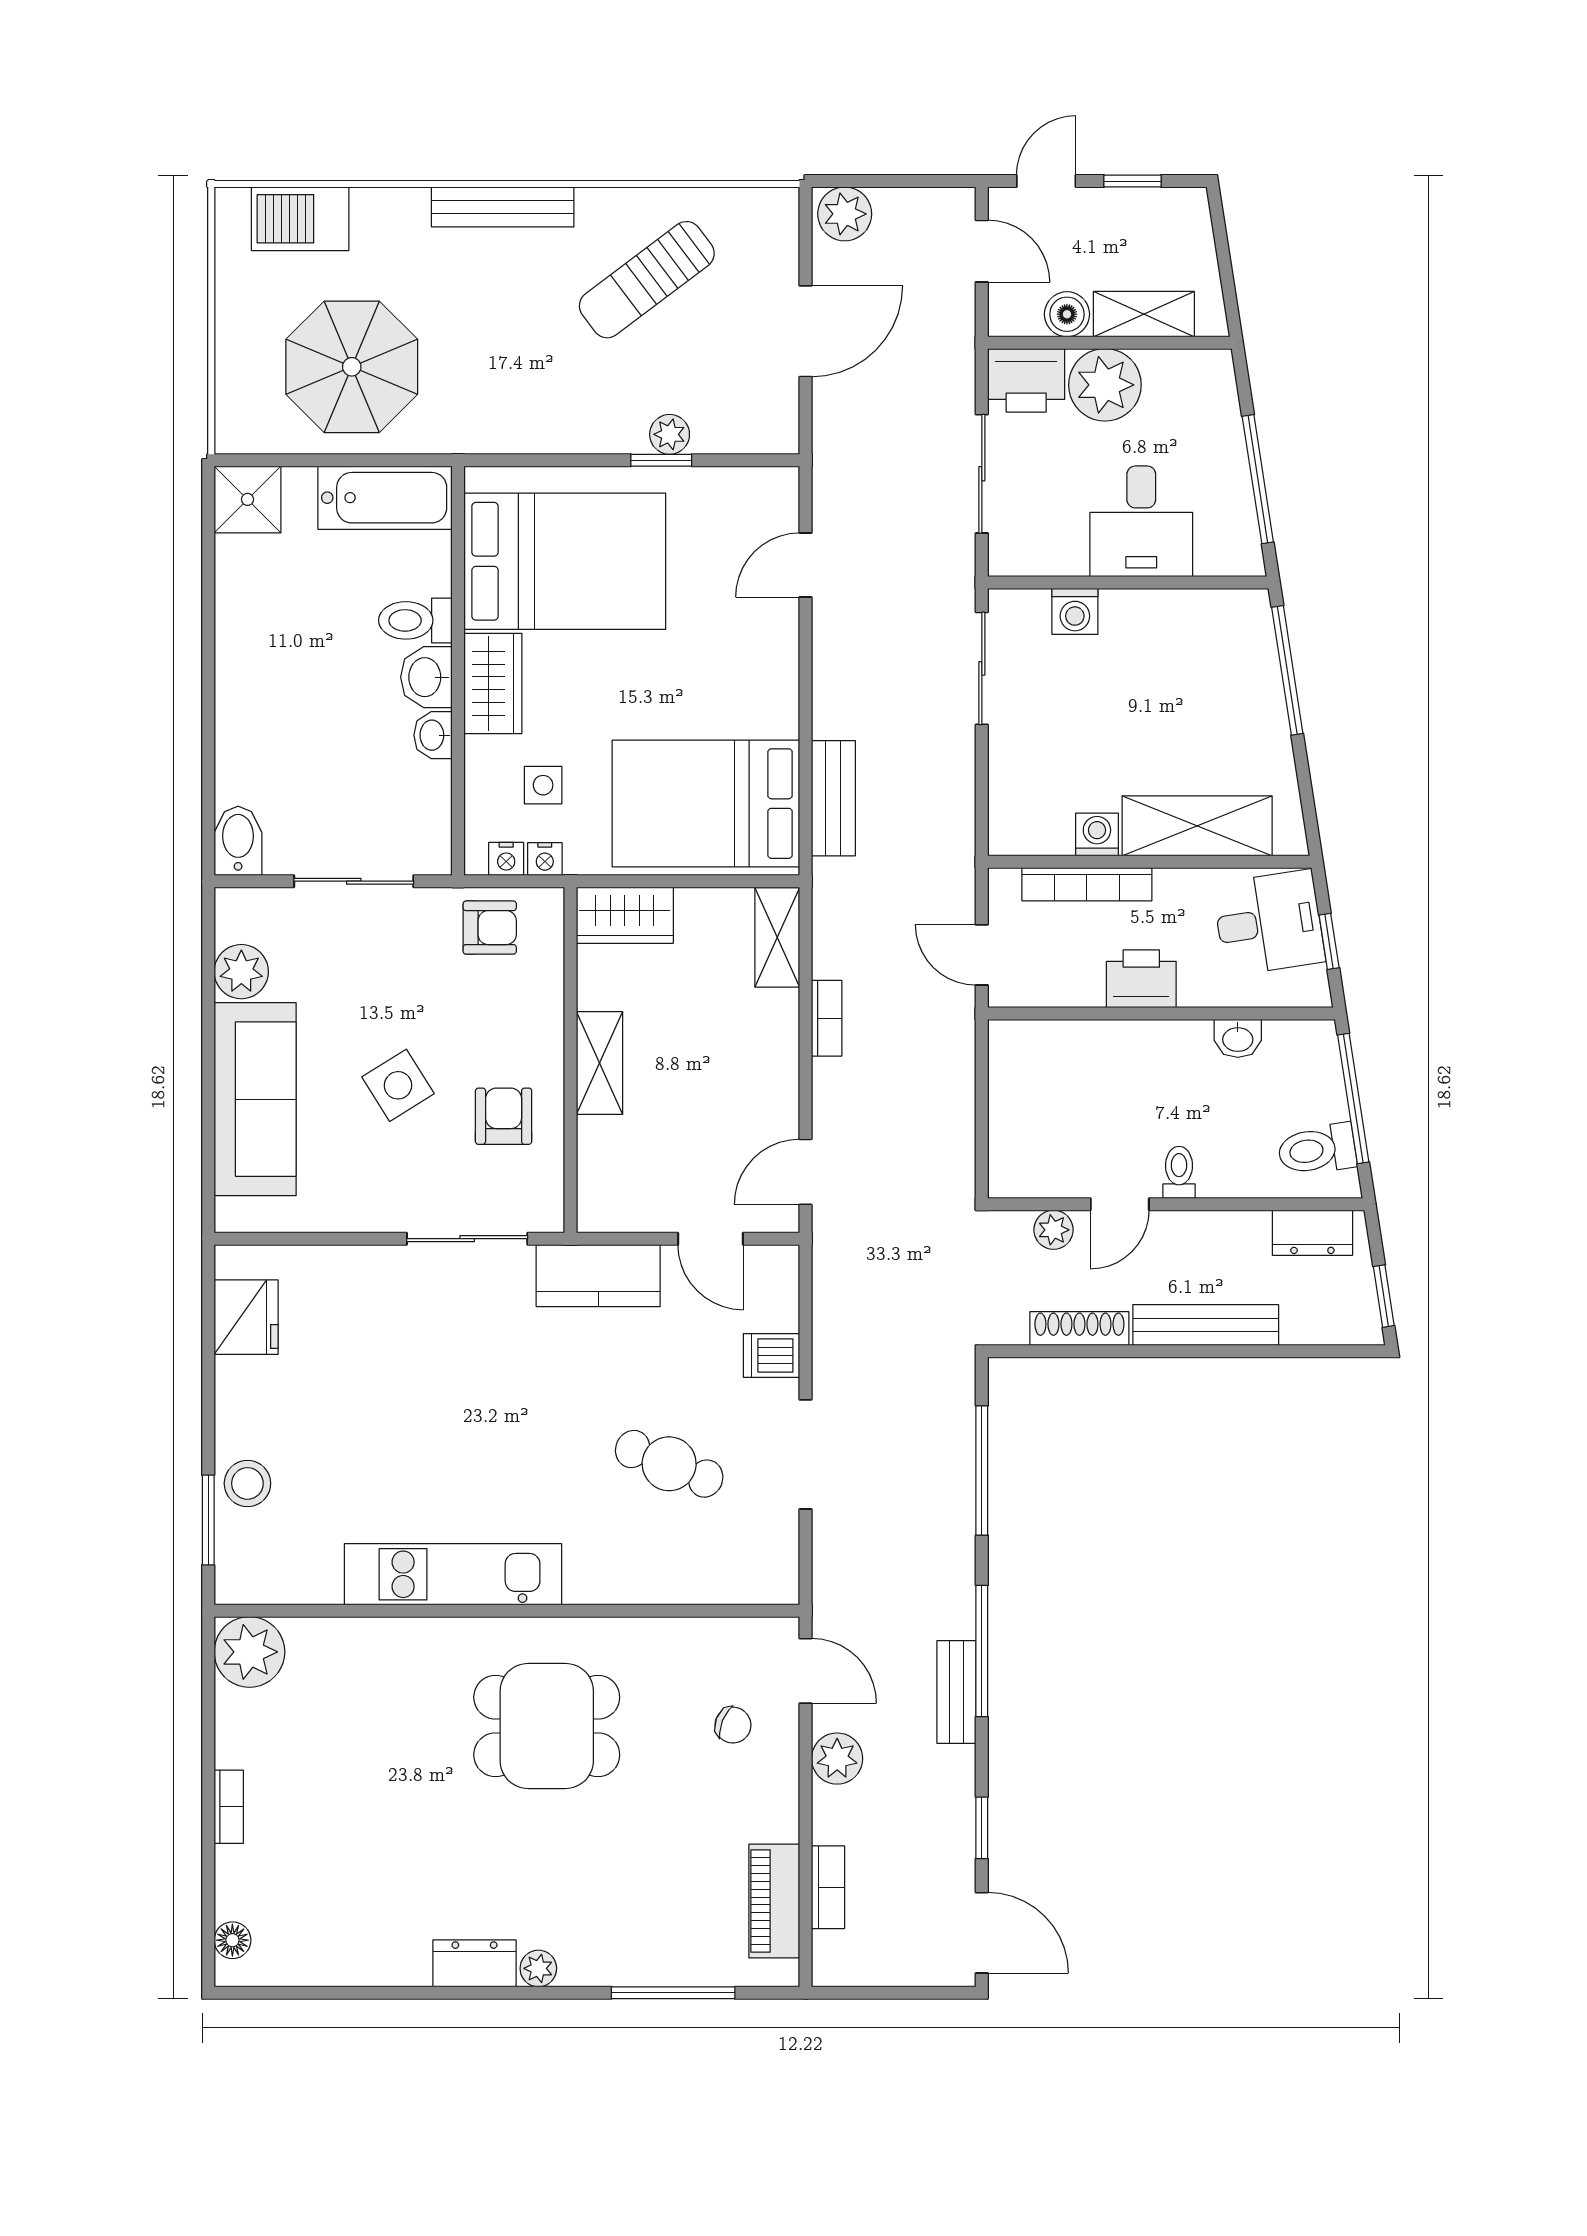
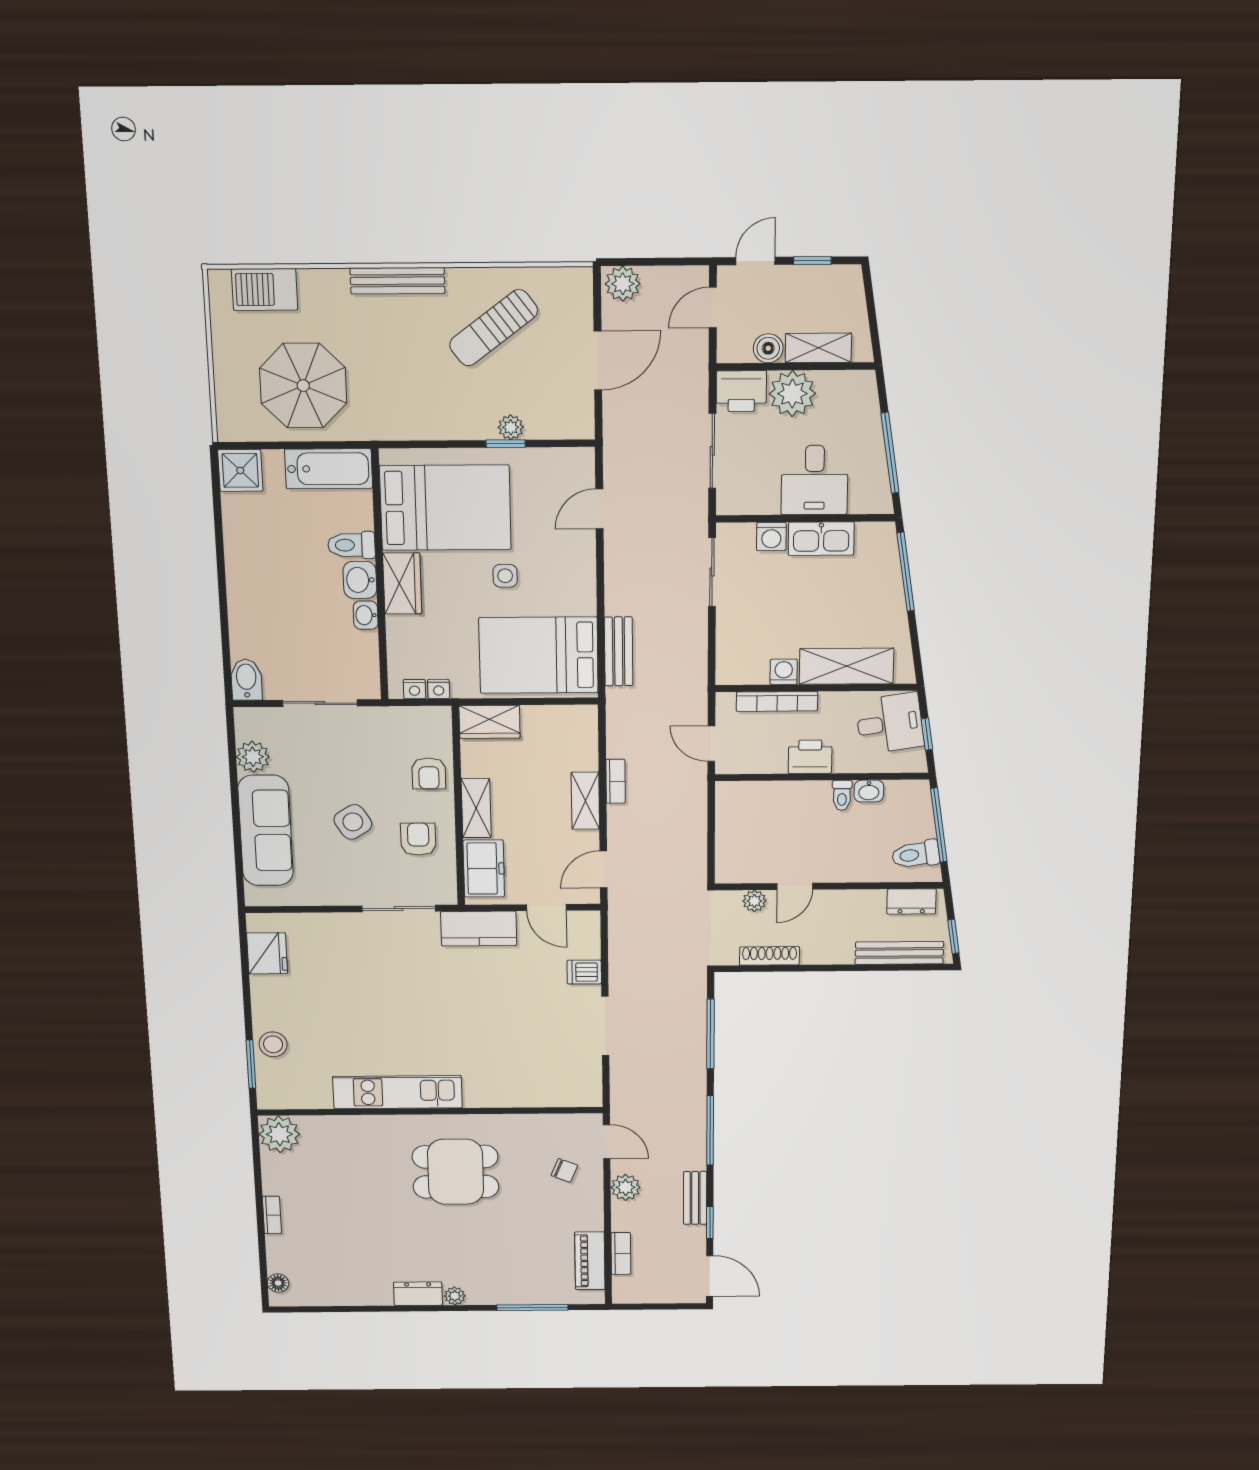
door: (982, 251) -> (713, 308), swing flipped
kitchen sink: (1153, 616) -> (821, 539), added
side table: (543, 785) -> (505, 576), moved
armchair: (490, 928) -> (429, 773), moved, turned 90
shelving: (777, 937) -> (585, 801), moved
freezer: (609, 1169) -> (484, 869), added
toilet: (1179, 1172) -> (842, 795), moved, turned 180
bench: (1206, 1325) -> (899, 953), moved
cafe table: (669, 1464) -> (524, 1032), removed
bench: (956, 1692) -> (695, 1198), moved

